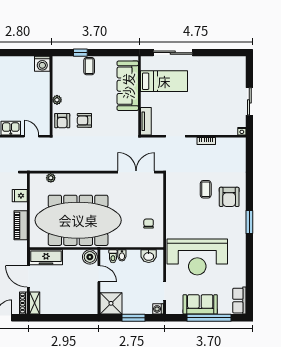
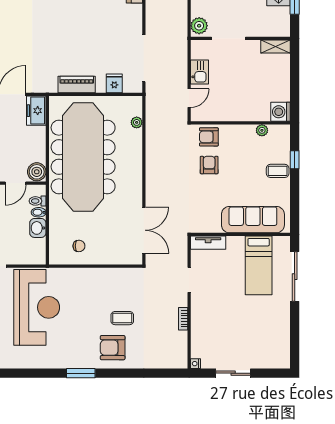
plant: (57, 100) -> (262, 130), moved
washbasin: (149, 256) -> (38, 228), moved
freezer: (46, 257) -> (36, 111), width x0.71
reception desk: (197, 257) -> (37, 307), turned 180

